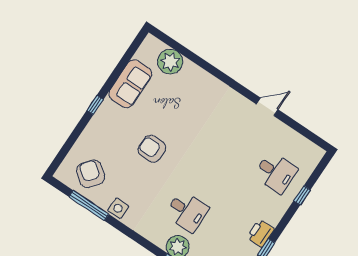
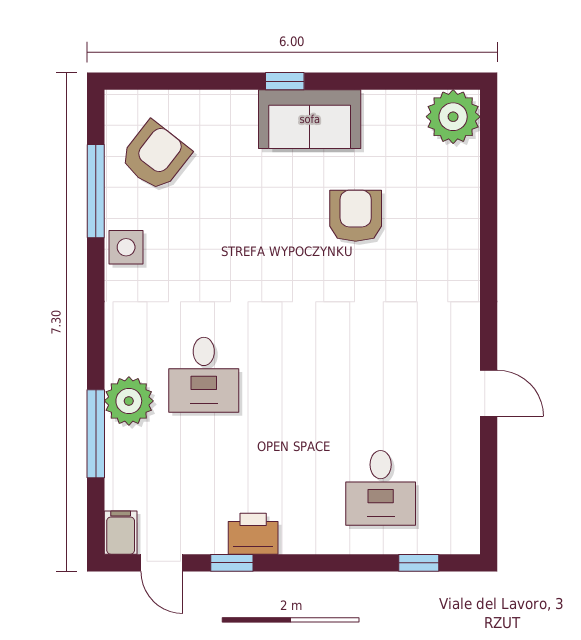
plant: (170, 62) -> (453, 117), moved
sofa: (130, 84) -> (310, 119), moved
armchair: (152, 149) -> (356, 216), moved
window: (302, 195) -> (419, 563), moved

